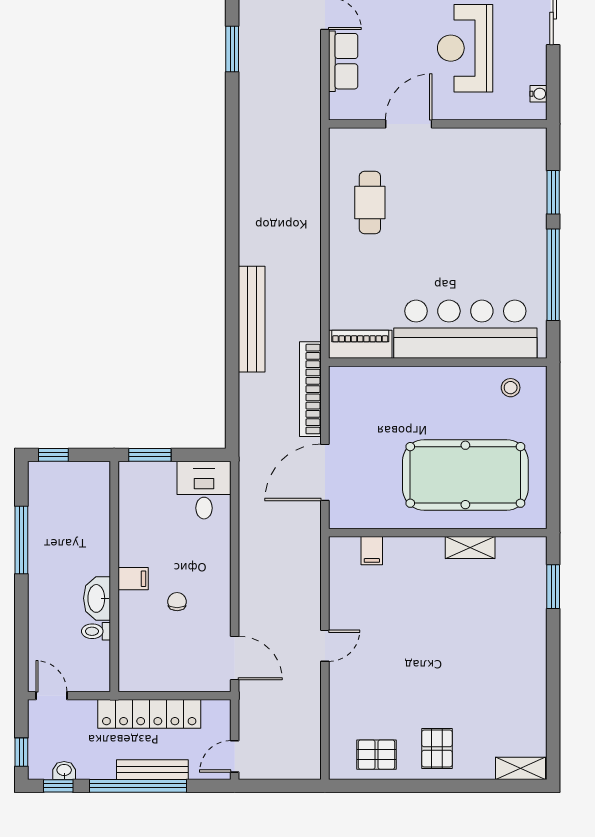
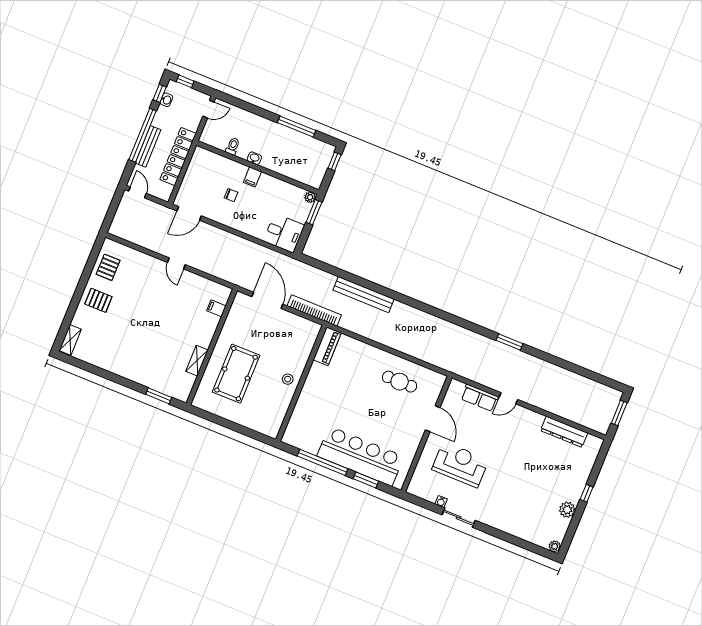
water cooler: (538, 94) -> (441, 502), moved
bar counter: (465, 329) -> (360, 456), moved, turned -90
stool: (511, 388) -> (288, 379), moved
plant: (128, 471) -> (310, 197), added
pool table: (465, 475) -> (236, 374), width x0.73, depth x0.76
washbasin: (97, 598) -> (254, 158), width x0.52, depth x0.69

